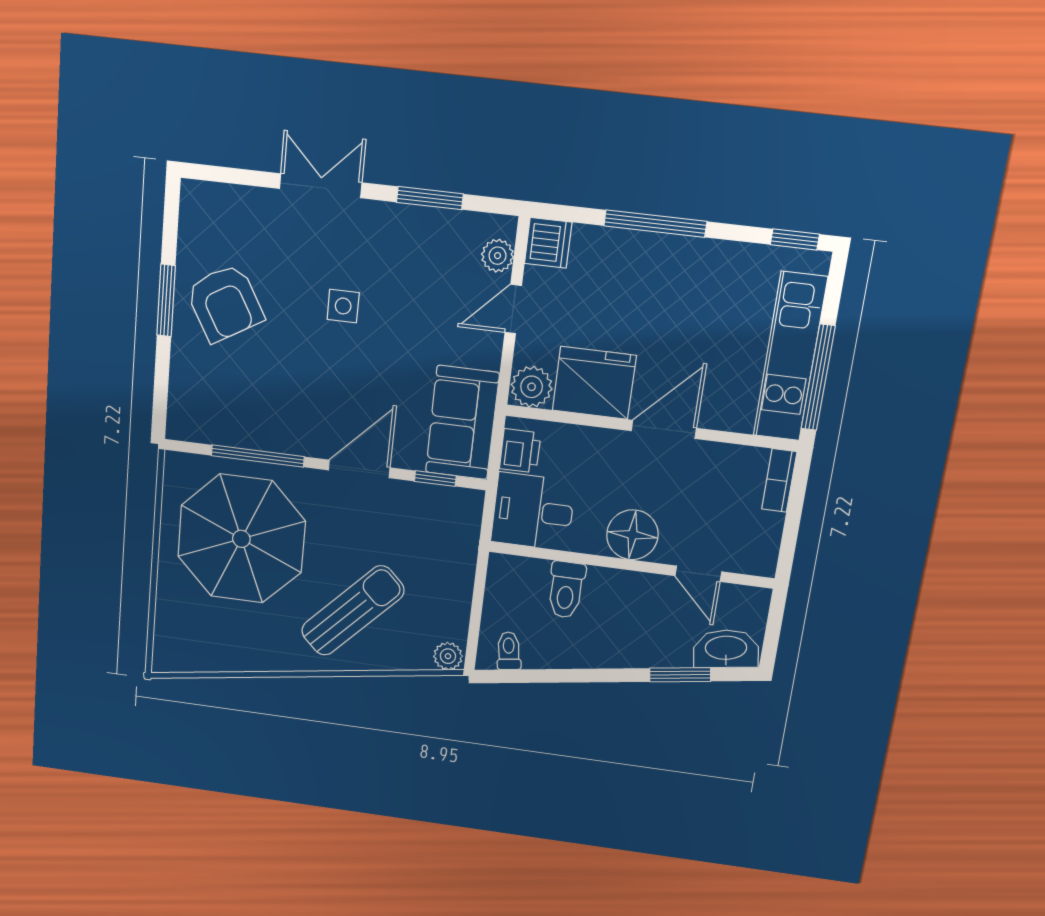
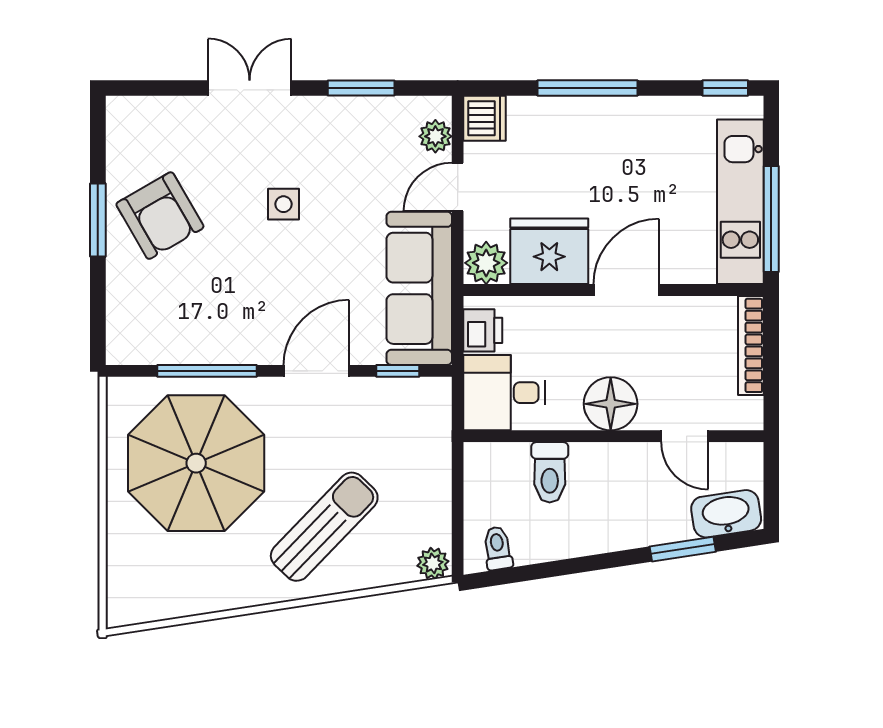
sofa: (462, 423) -> (419, 288), width x1.36
bookcase: (779, 480) -> (751, 345), width x1.56

